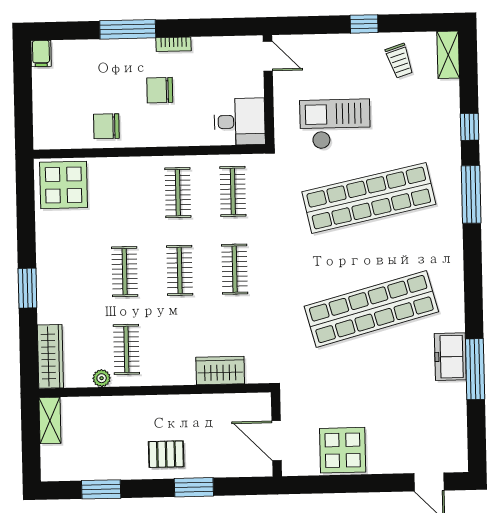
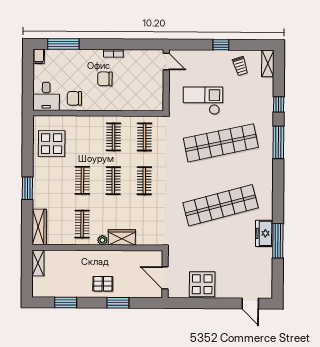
window: (128, 29) -> (63, 44), moved
desk: (240, 122) -> (46, 96), moved, turned 90
display table: (64, 185) -> (52, 144), moved
wardrobe: (220, 370) -> (122, 237), moved
plant: (102, 378) -> (102, 240), moved

